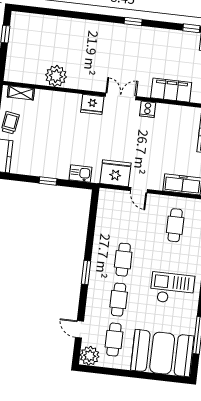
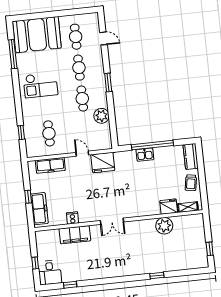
window: (133, 22) -> (157, 276), moved
fridge: (92, 104) -> (169, 207), moved
cooker: (148, 109) -> (73, 218), moved
kitchen sink: (81, 174) -> (145, 155), moved
window: (48, 181) -> (152, 145), width x3.17
plant: (90, 356) -> (101, 116), moved

